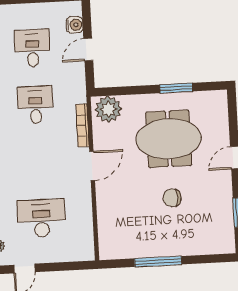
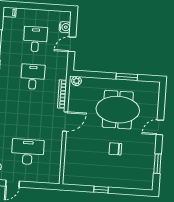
plant: (108, 109) -> (77, 81), width x0.53, depth x0.53
window: (158, 261) -> (101, 190), width x0.46

